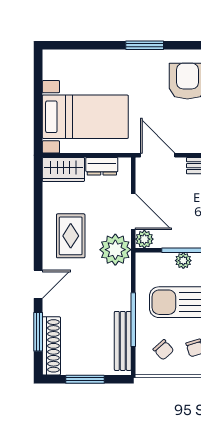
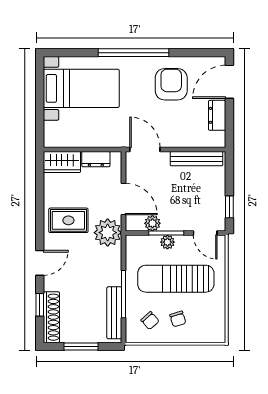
window: (145, 45) -> (133, 53), width x2.11
bed with nightstands: (85, 117) -> (81, 88), moved
rug: (71, 236) -> (68, 220), turned 90
plant: (144, 239) -> (152, 223), moved
window: (38, 332) -> (40, 305), width x0.67

